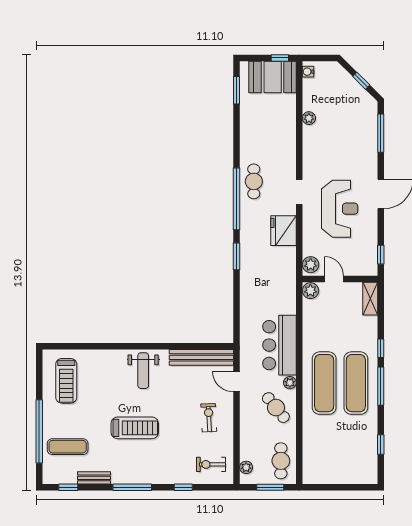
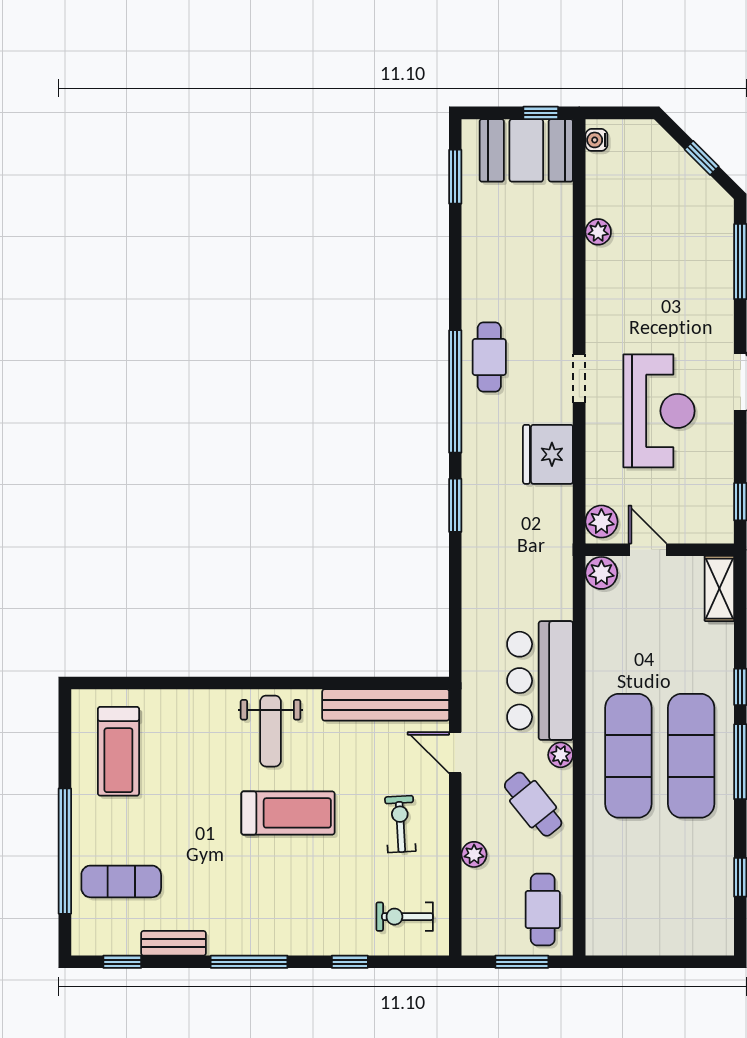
treadmill: (135, 428) -> (288, 813), moved
plant: (246, 467) -> (474, 854), moved

